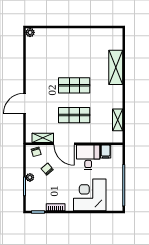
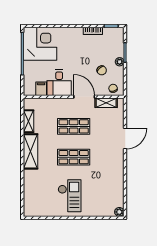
checkout: (78, 48) -> (70, 196), added
shelving: (116, 67) -> (31, 151), moved
corner desk: (90, 195) -> (40, 44), moved, turned -90

